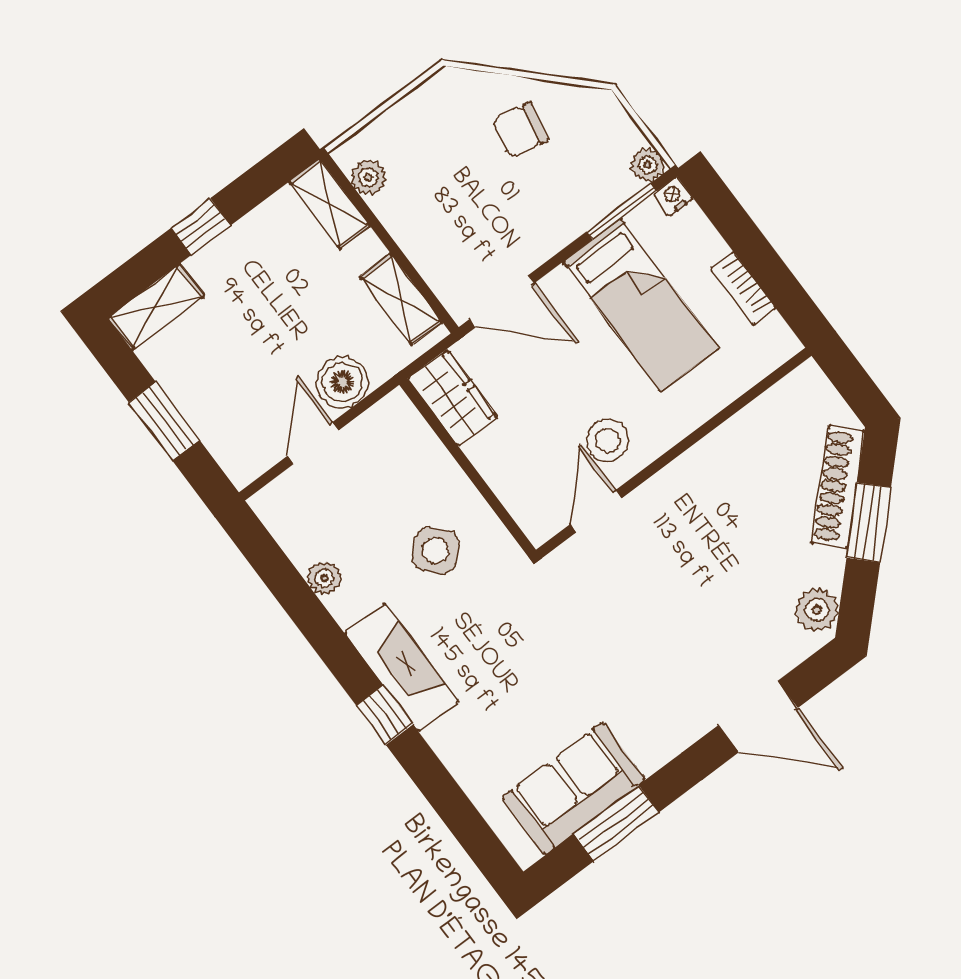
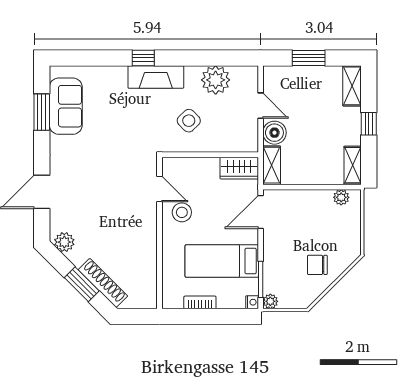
chair: (520, 130) -> (317, 265), turned -102
shelving: (330, 204) -> (353, 165), moved, turned 90
shelving: (401, 299) -> (272, 165), moved, turned 90
plant: (324, 578) -> (216, 80), width x1.88, depth x1.88

